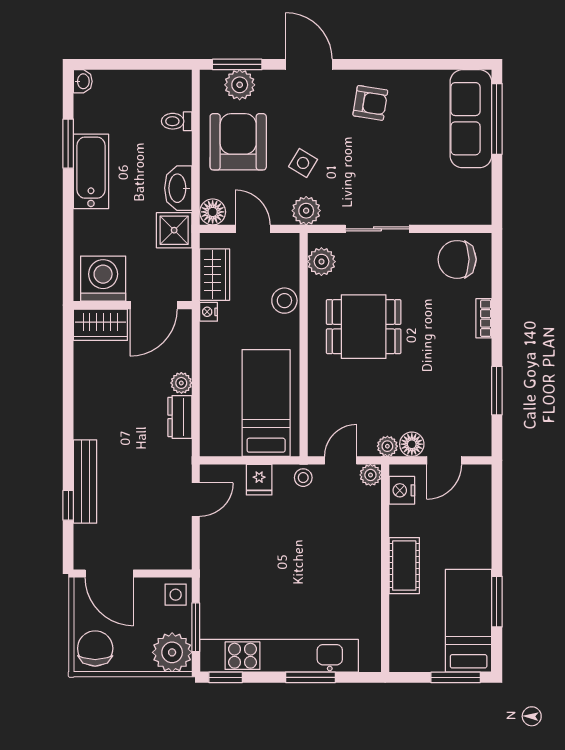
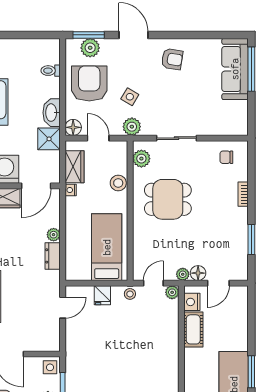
chair: (457, 259) -> (226, 157), width x0.54, depth x0.54
cot: (404, 566) -> (193, 329), moved

